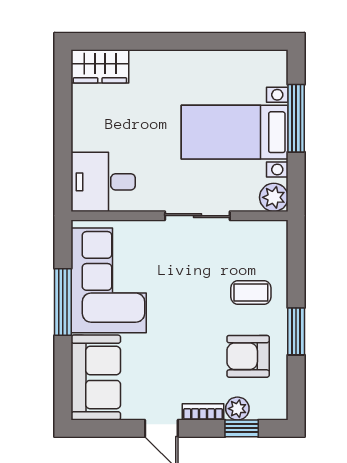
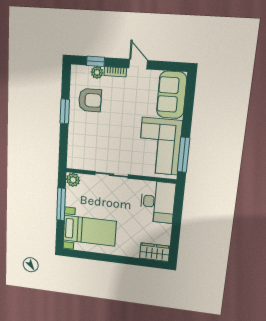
window: (296, 118) -> (61, 204), moved
bed with nightstands: (235, 132) -> (90, 231), moved
desk: (103, 182) -> (158, 202), width x1.37
coffee table: (251, 292) -> (87, 133), removed
window: (63, 302) -> (184, 155), moved

